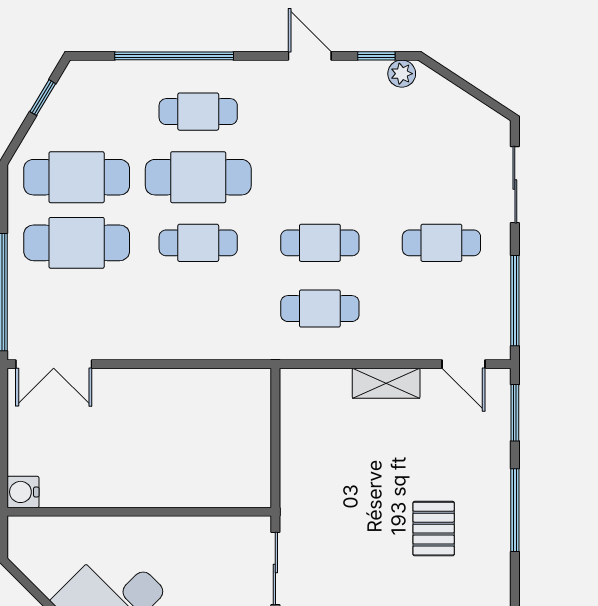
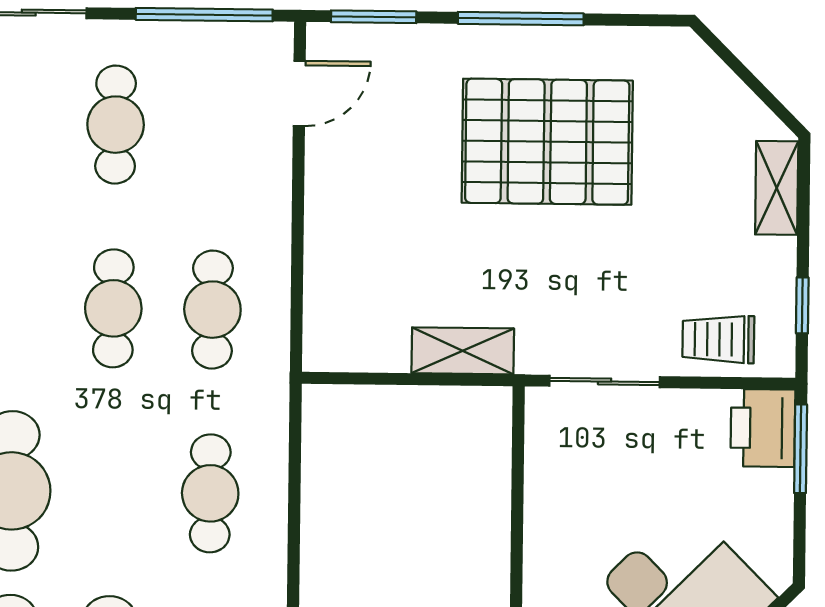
cafe table: (198, 243) -> (210, 493), moved
shelving: (386, 383) -> (463, 351), moved, turned 90
pallet: (434, 529) -> (547, 142), width x2.05, depth x2.00

